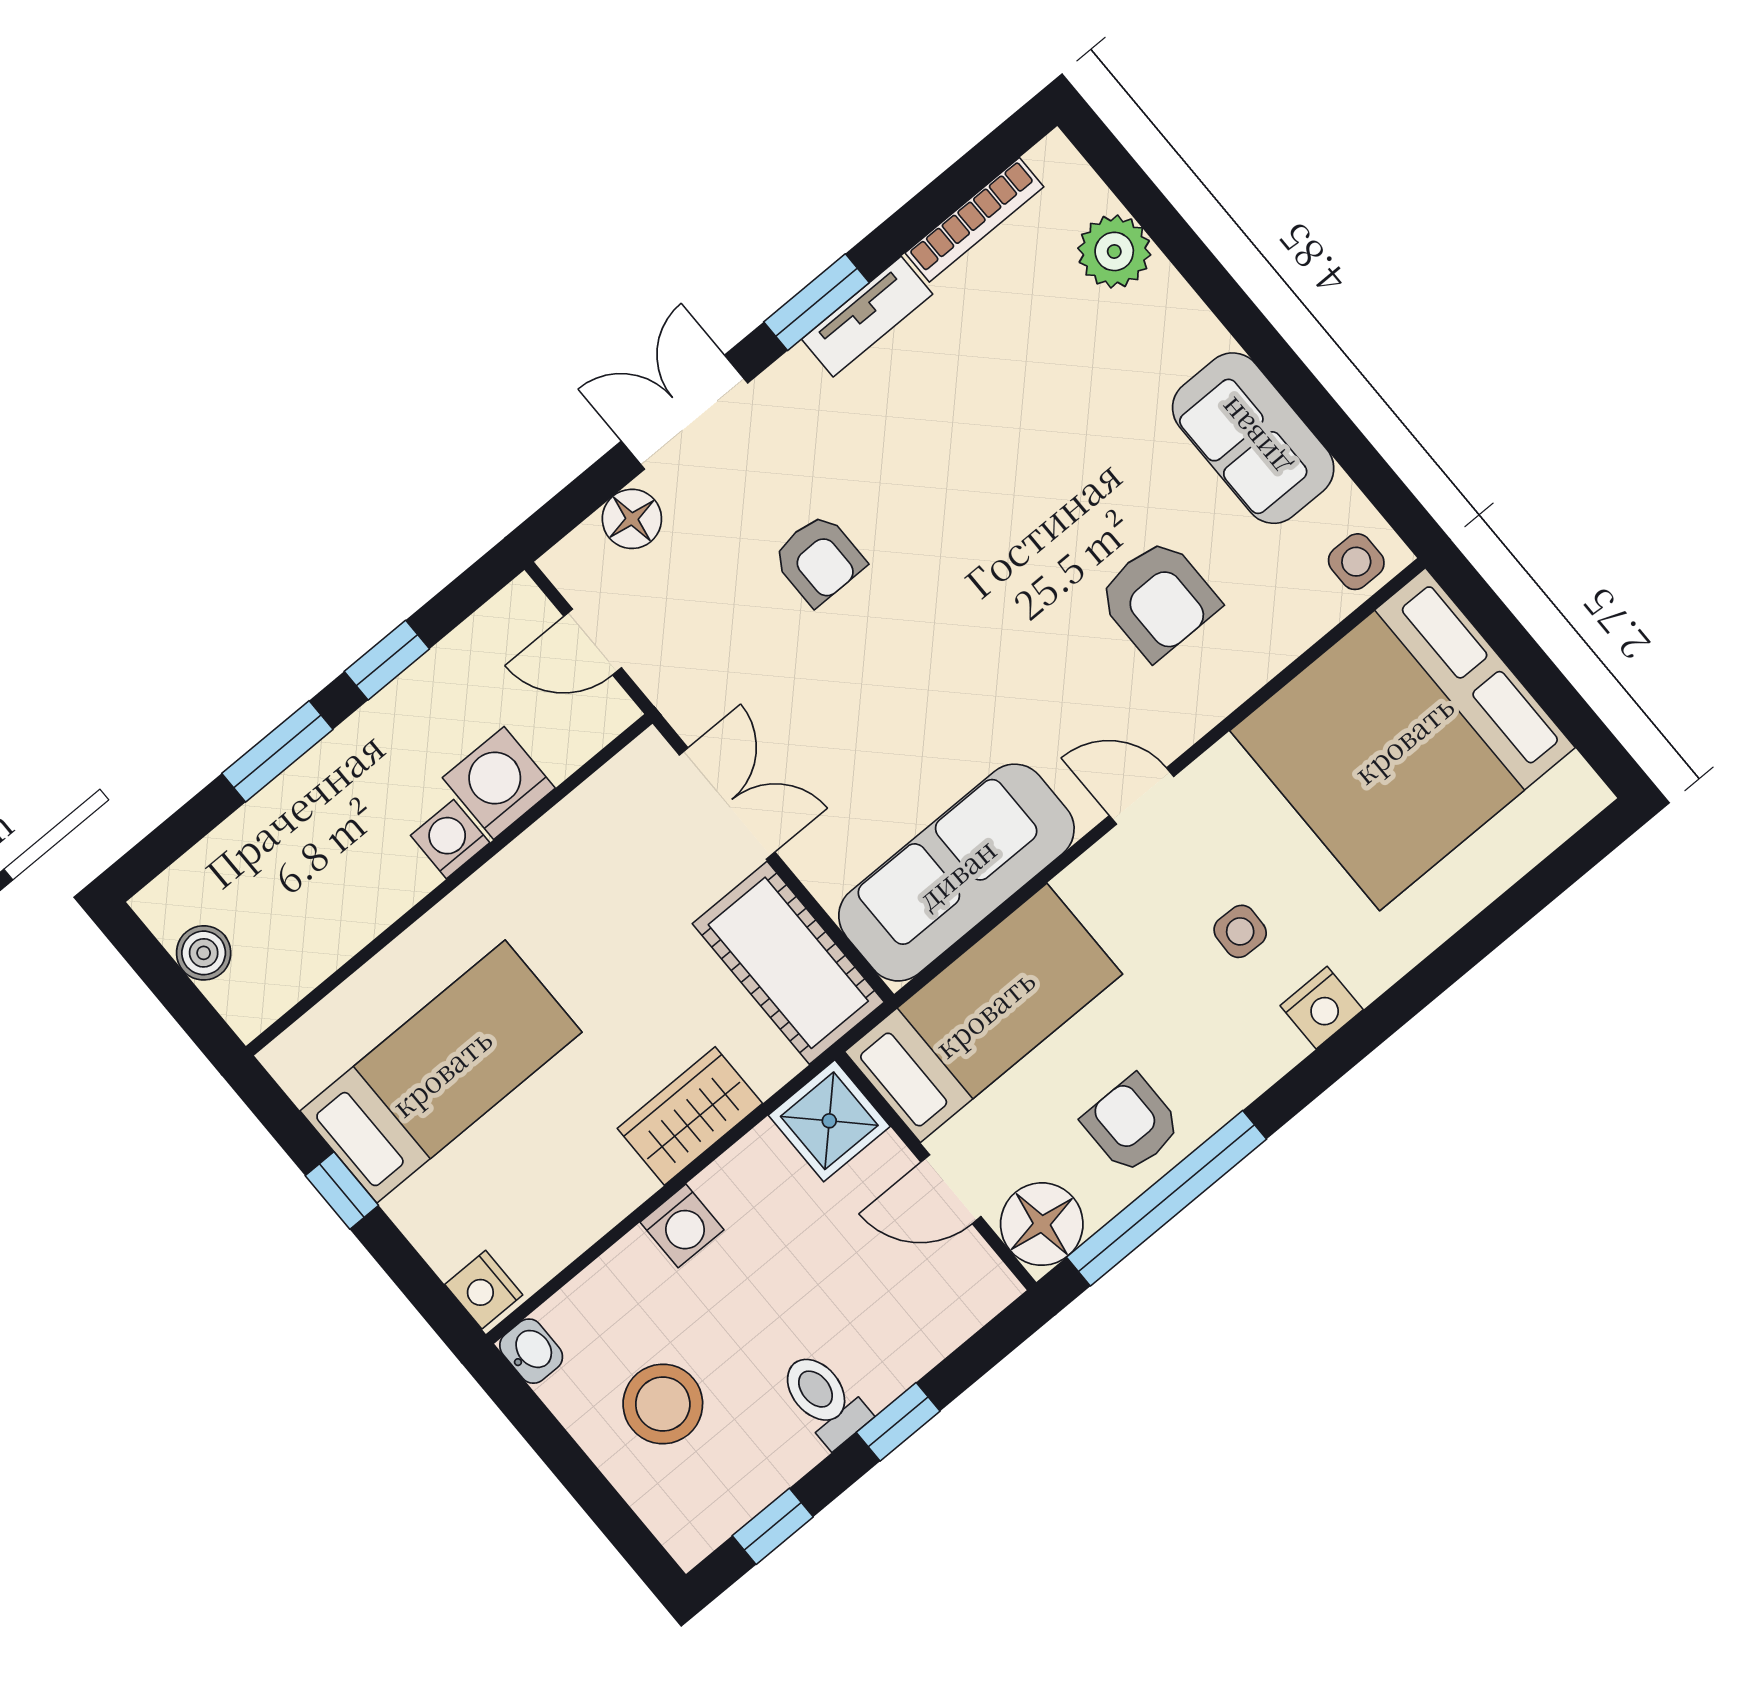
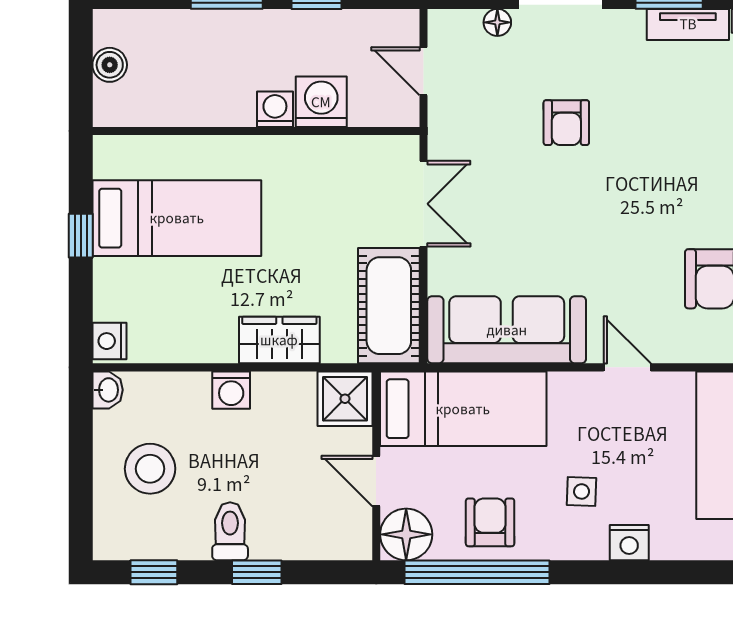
floor lamp: (632, 519) -> (497, 22), width x0.73, depth x0.73
side table: (1240, 931) -> (582, 491), moved

